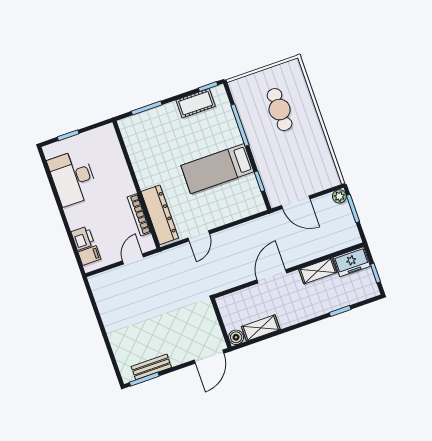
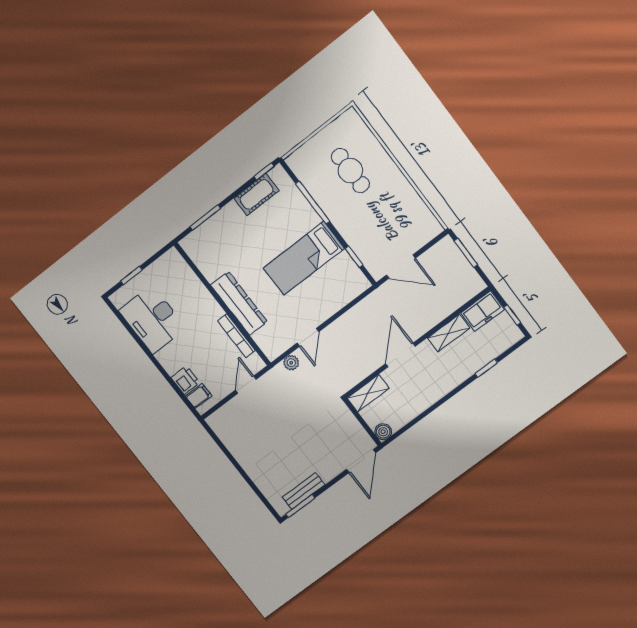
plant: (339, 196) -> (291, 363), moved
dresser: (160, 215) -> (239, 303), moved
shelving: (261, 328) -> (368, 393), moved

